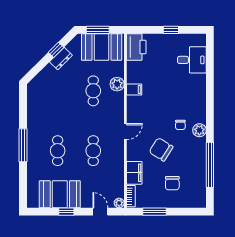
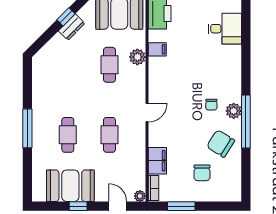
filing cabinet: (134, 89) -> (157, 49), moved
chair: (161, 149) -> (221, 144), moved
window: (210, 165) -> (246, 122), moved

